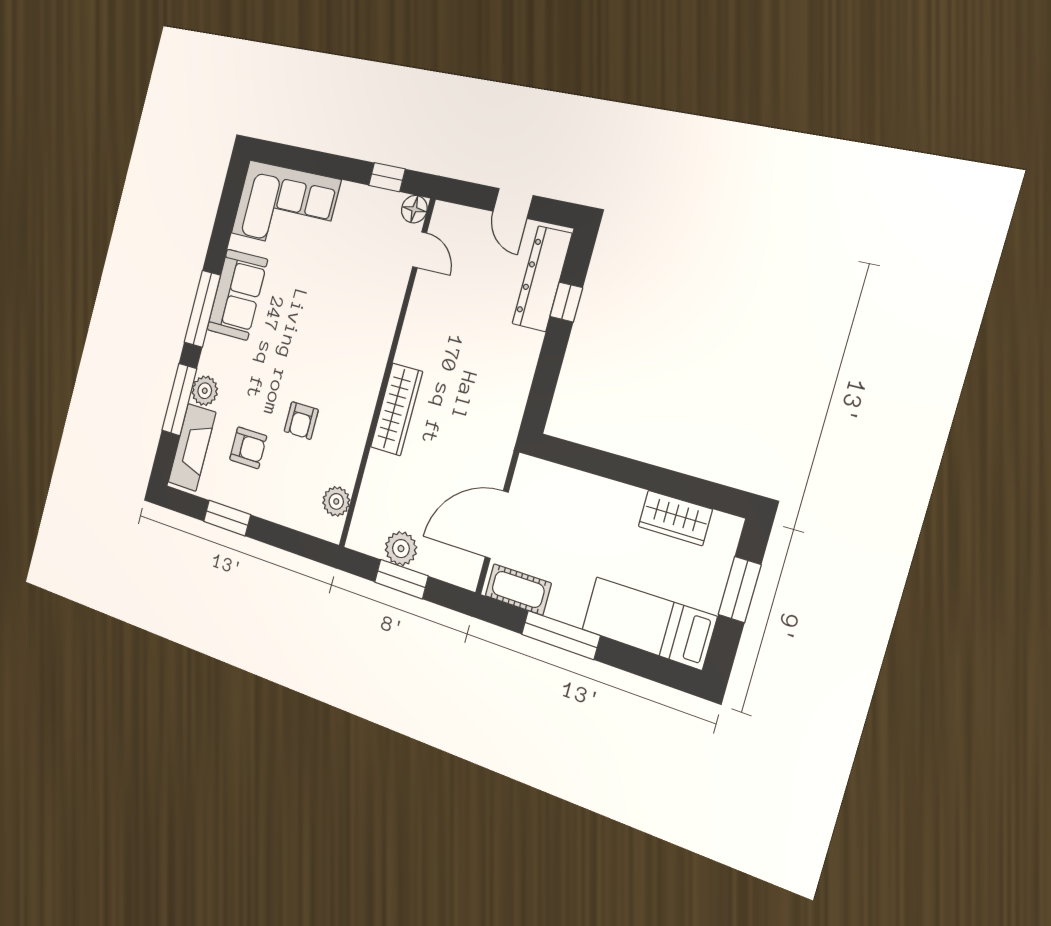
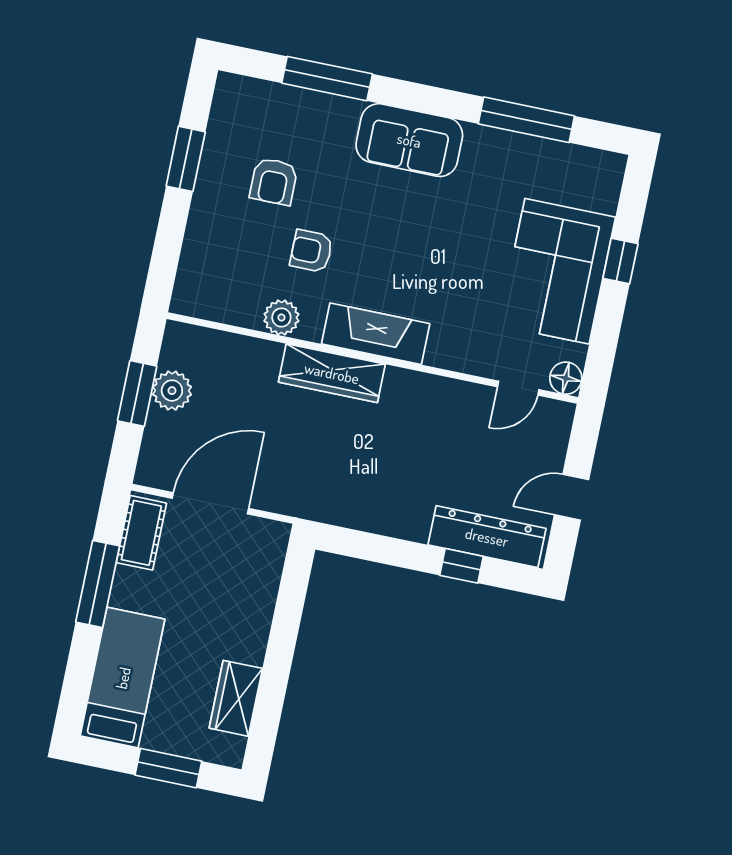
window: (387, 177) -> (620, 261), moved
corner sofa: (286, 207) -> (557, 271), moved
sofa: (237, 295) -> (409, 140), moved
window: (202, 309) -> (526, 120), moved
plant: (205, 391) -> (340, 114), removed
fireplace: (192, 447) -> (376, 334), moved, turned 180
plant: (336, 501) -> (281, 318), moved
door: (497, 525) -> (210, 503), hinge flipped

